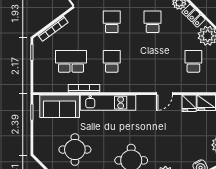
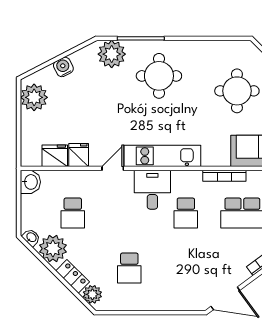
school desk: (112, 22) -> (186, 268), removed
desk: (136, 78) -> (152, 190), added
kitchen unit: (108, 103) -> (162, 156), moved

